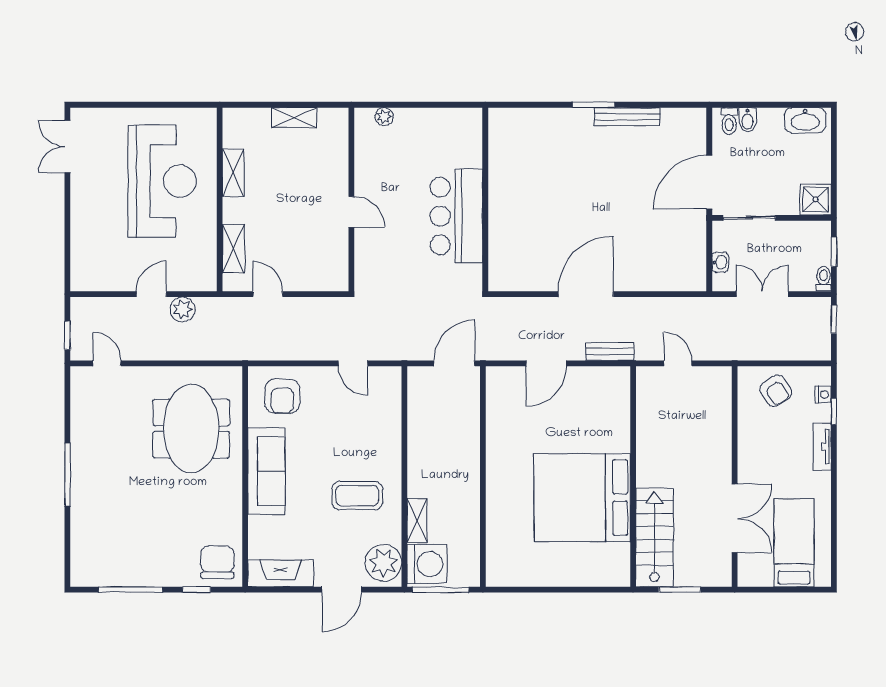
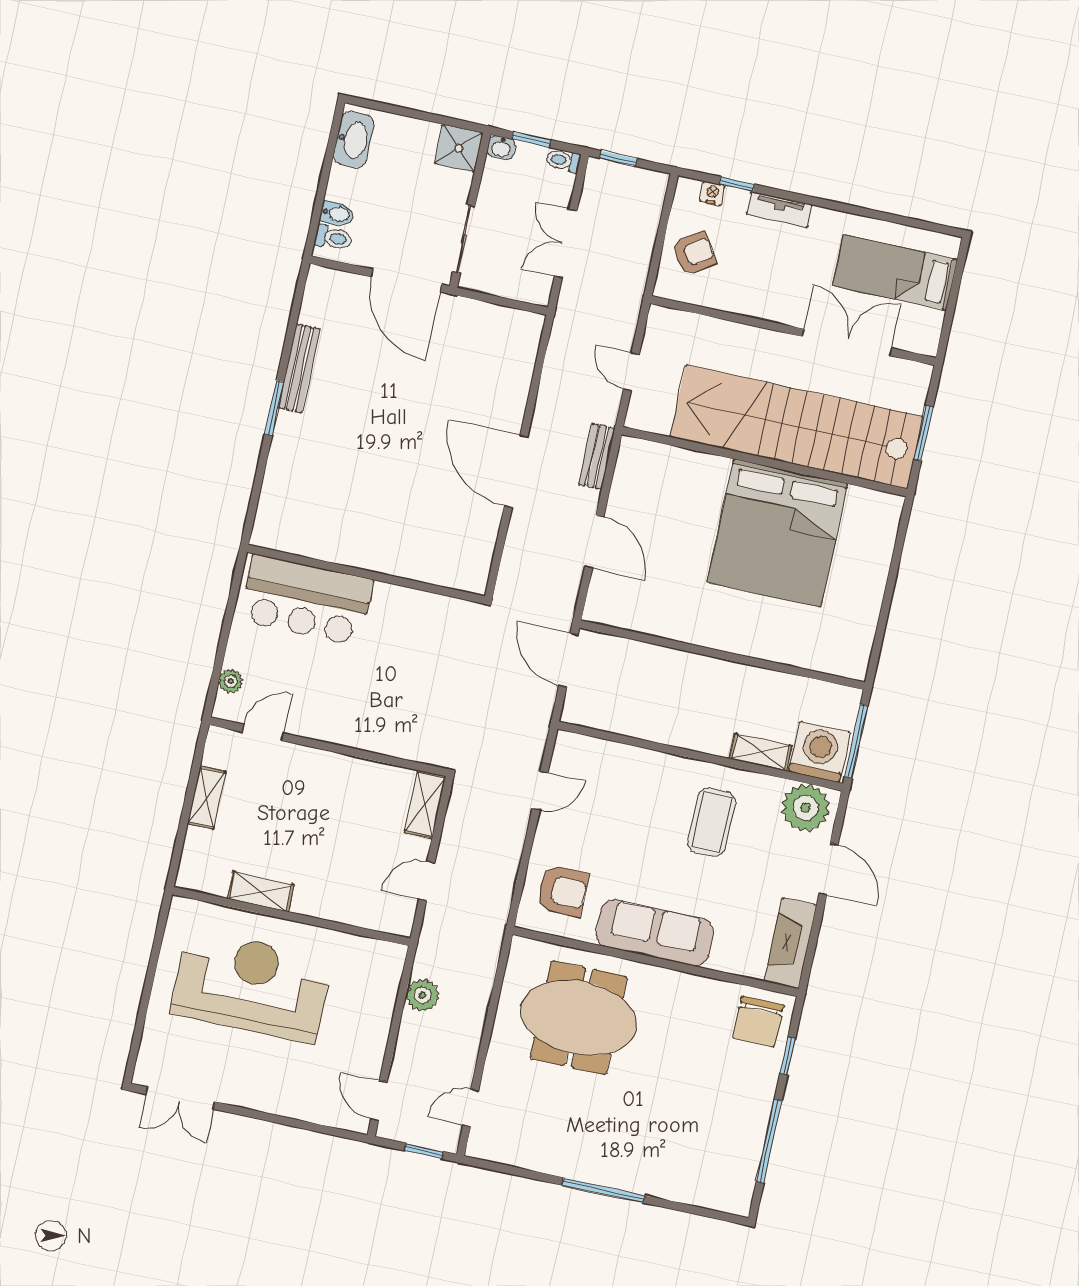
door: (351, 212) -> (263, 733), moved
bar counter: (456, 216) -> (306, 600), moved
shelving: (233, 249) -> (425, 804), moved, turned 90
washbasin: (720, 262) -> (501, 148), moved, turned 180
door: (151, 294) -> (379, 1101), moved
door: (678, 363) -> (631, 372), hinge flipped
stairs: (655, 537) -> (797, 427), width x1.86, depth x1.51
chair: (217, 562) -> (758, 1021), turned -90

